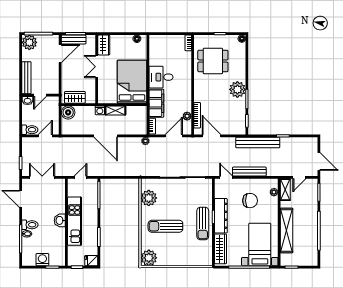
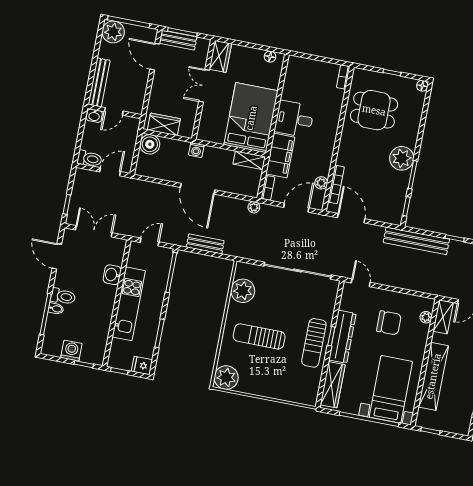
door: (60, 54) -> (155, 57), swing flipped
shelving: (115, 110) -> (249, 160), moved
bench: (249, 172) -> (205, 244), moved, width x0.73
washbasin: (60, 220) -> (112, 275), moved

